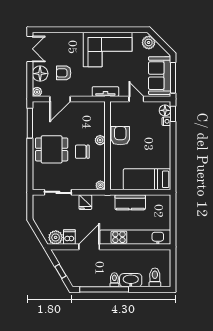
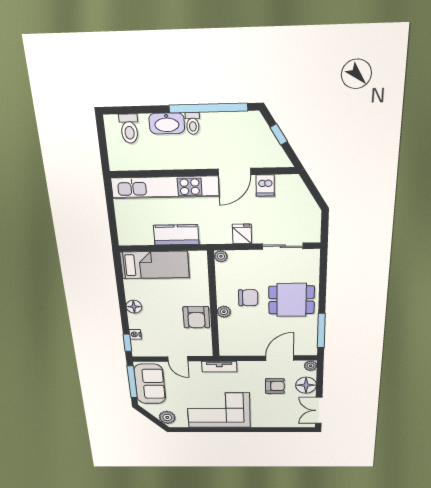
floor lamp: (165, 110) -> (134, 307), moved
plant: (56, 237) -> (286, 184), removed

